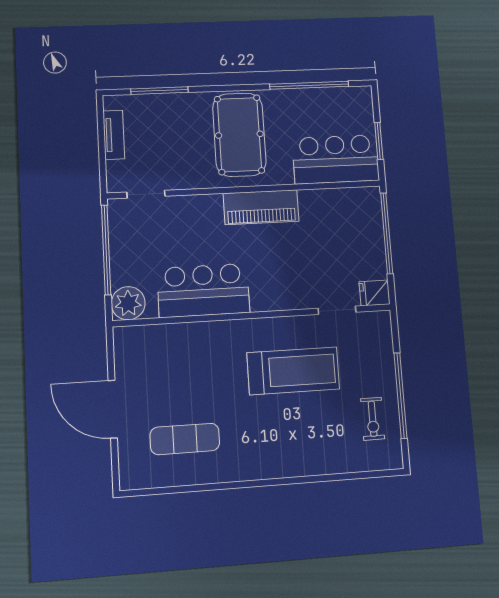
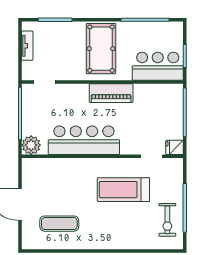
bar counter: (203, 290) -> (84, 140), width x1.36
treadmill: (293, 371) -> (123, 190), turned 180
exercise bike: (373, 419) -> (167, 220), width x1.38, depth x1.39

